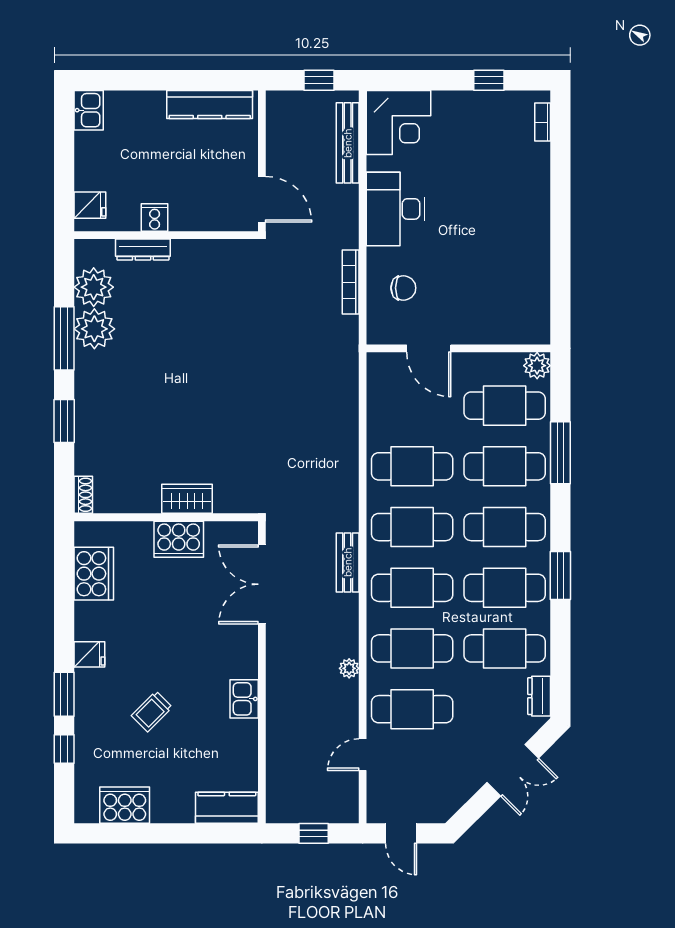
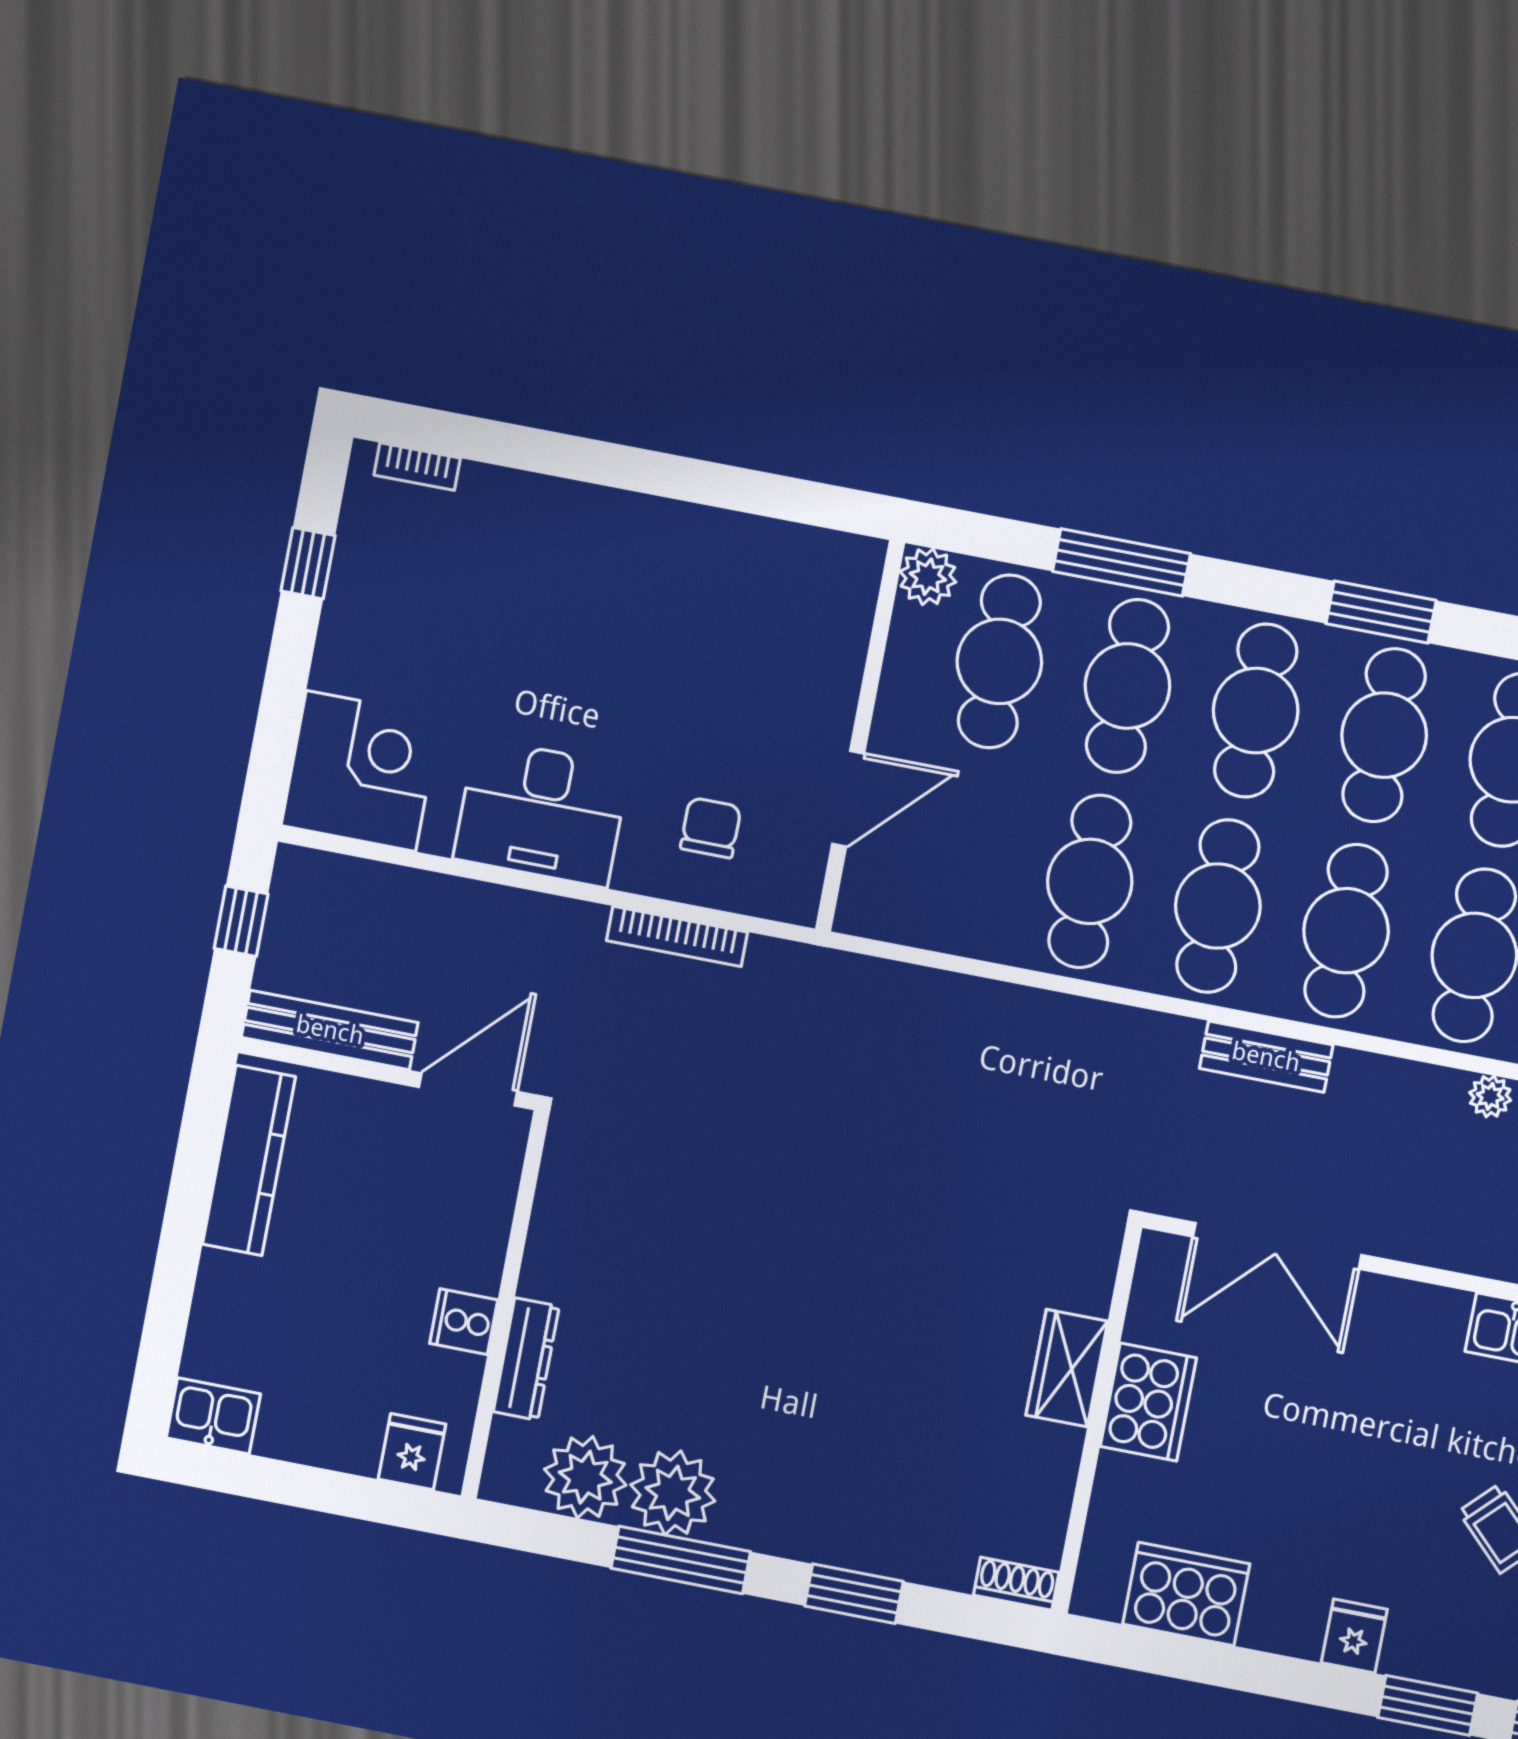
bench: (348, 143) -> (330, 1030), moved

